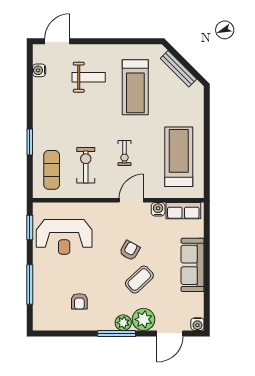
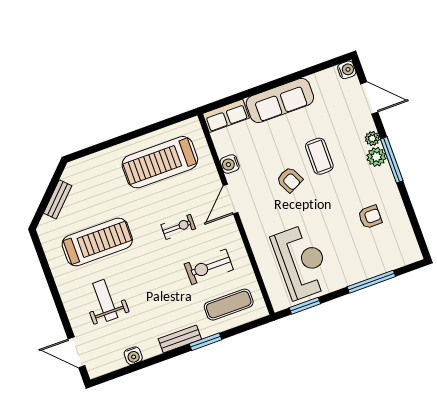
bench: (179, 69) -> (58, 199), width x0.73
water cooler: (39, 70) -> (133, 356), moved
bench: (39, 123) -> (180, 339), added
door: (131, 200) -> (231, 199), hinge flipped
row of seats: (183, 211) -> (226, 116), moved, turned 90
armchair: (130, 250) -> (290, 180), turned -145
coffee table: (139, 280) -> (319, 156), turned 43
plant: (143, 319) -> (372, 139), width x0.53, depth x0.53

